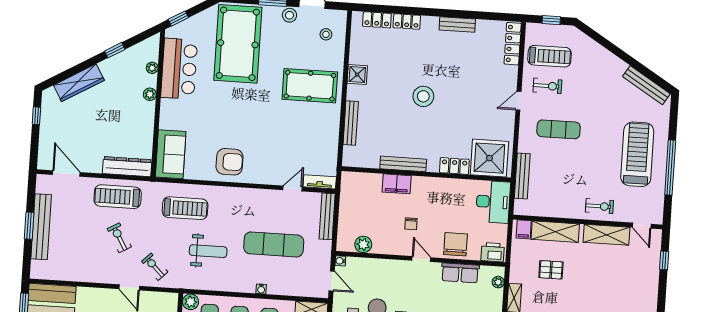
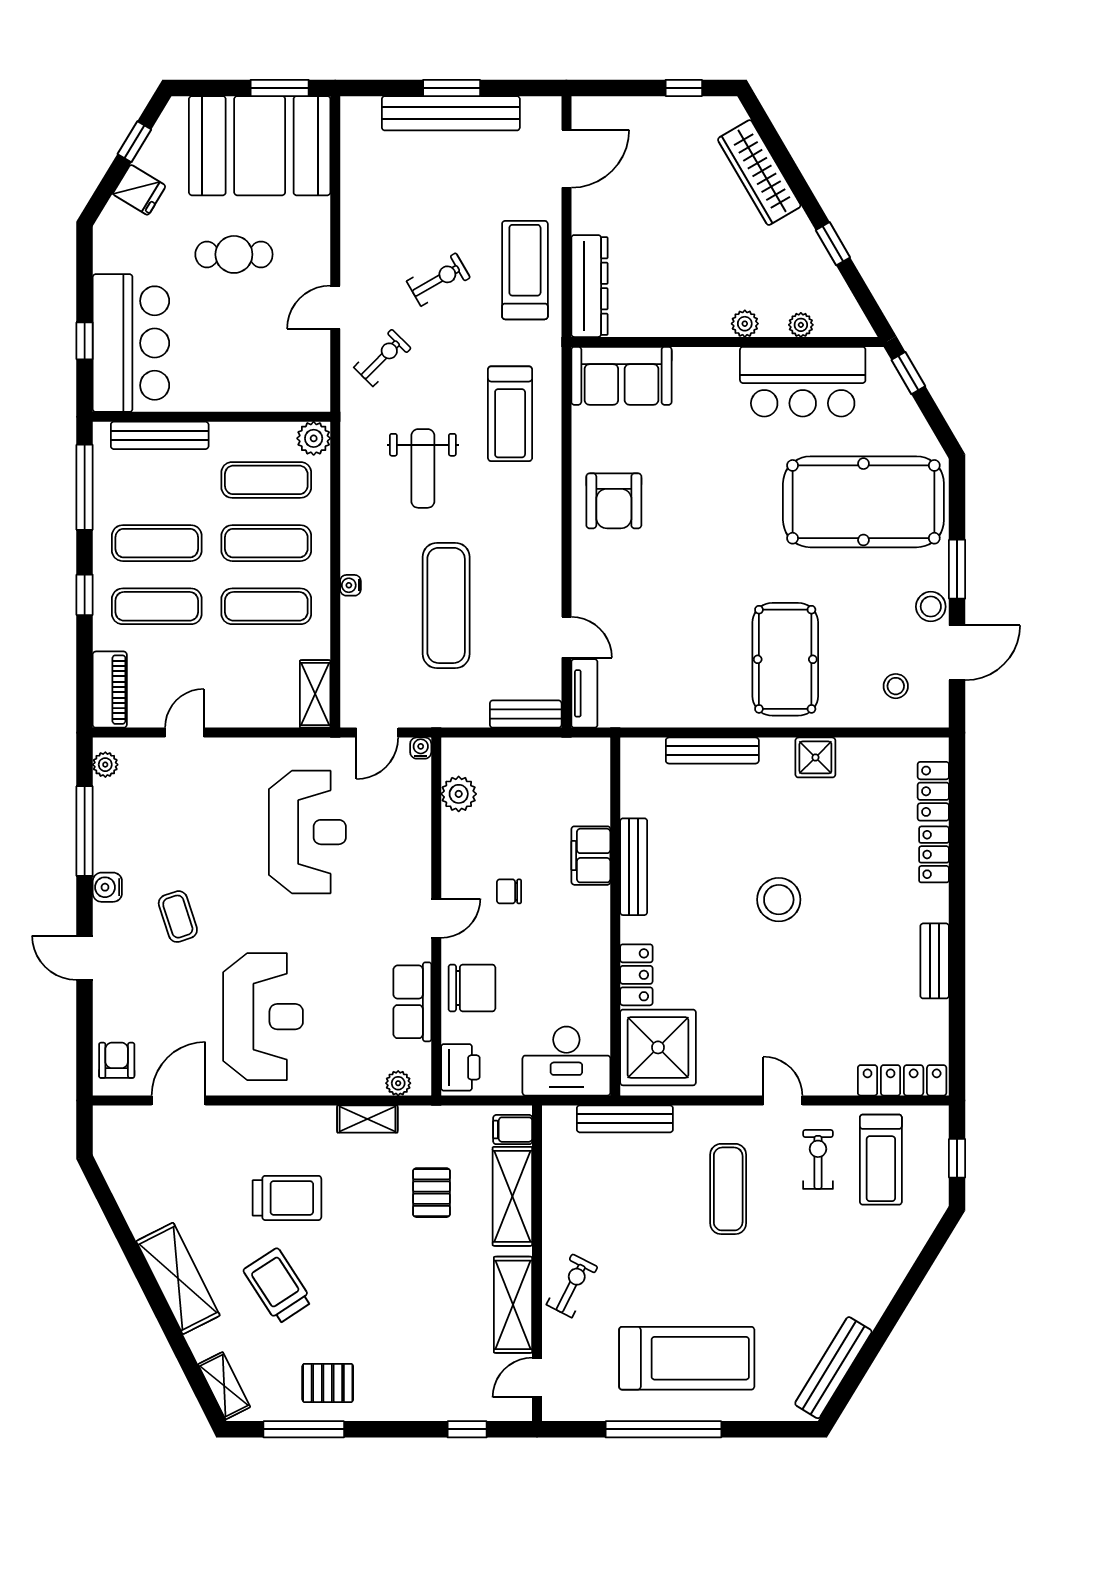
exercise bike: (547, 86) -> (818, 1159), turned 180
exercise bike: (599, 206) -> (572, 1286), turned -153
bench: (327, 216) -> (526, 714), width x0.73

